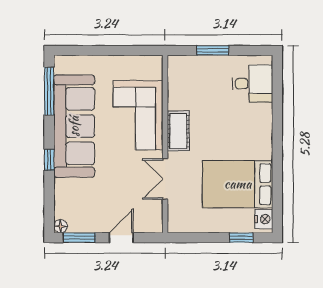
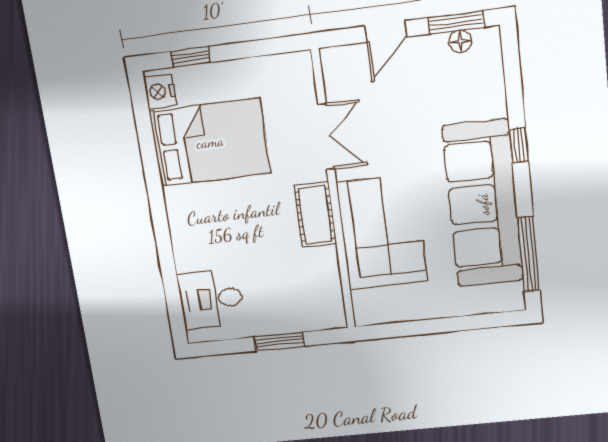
floor lamp: (60, 226) -> (460, 41), moved

